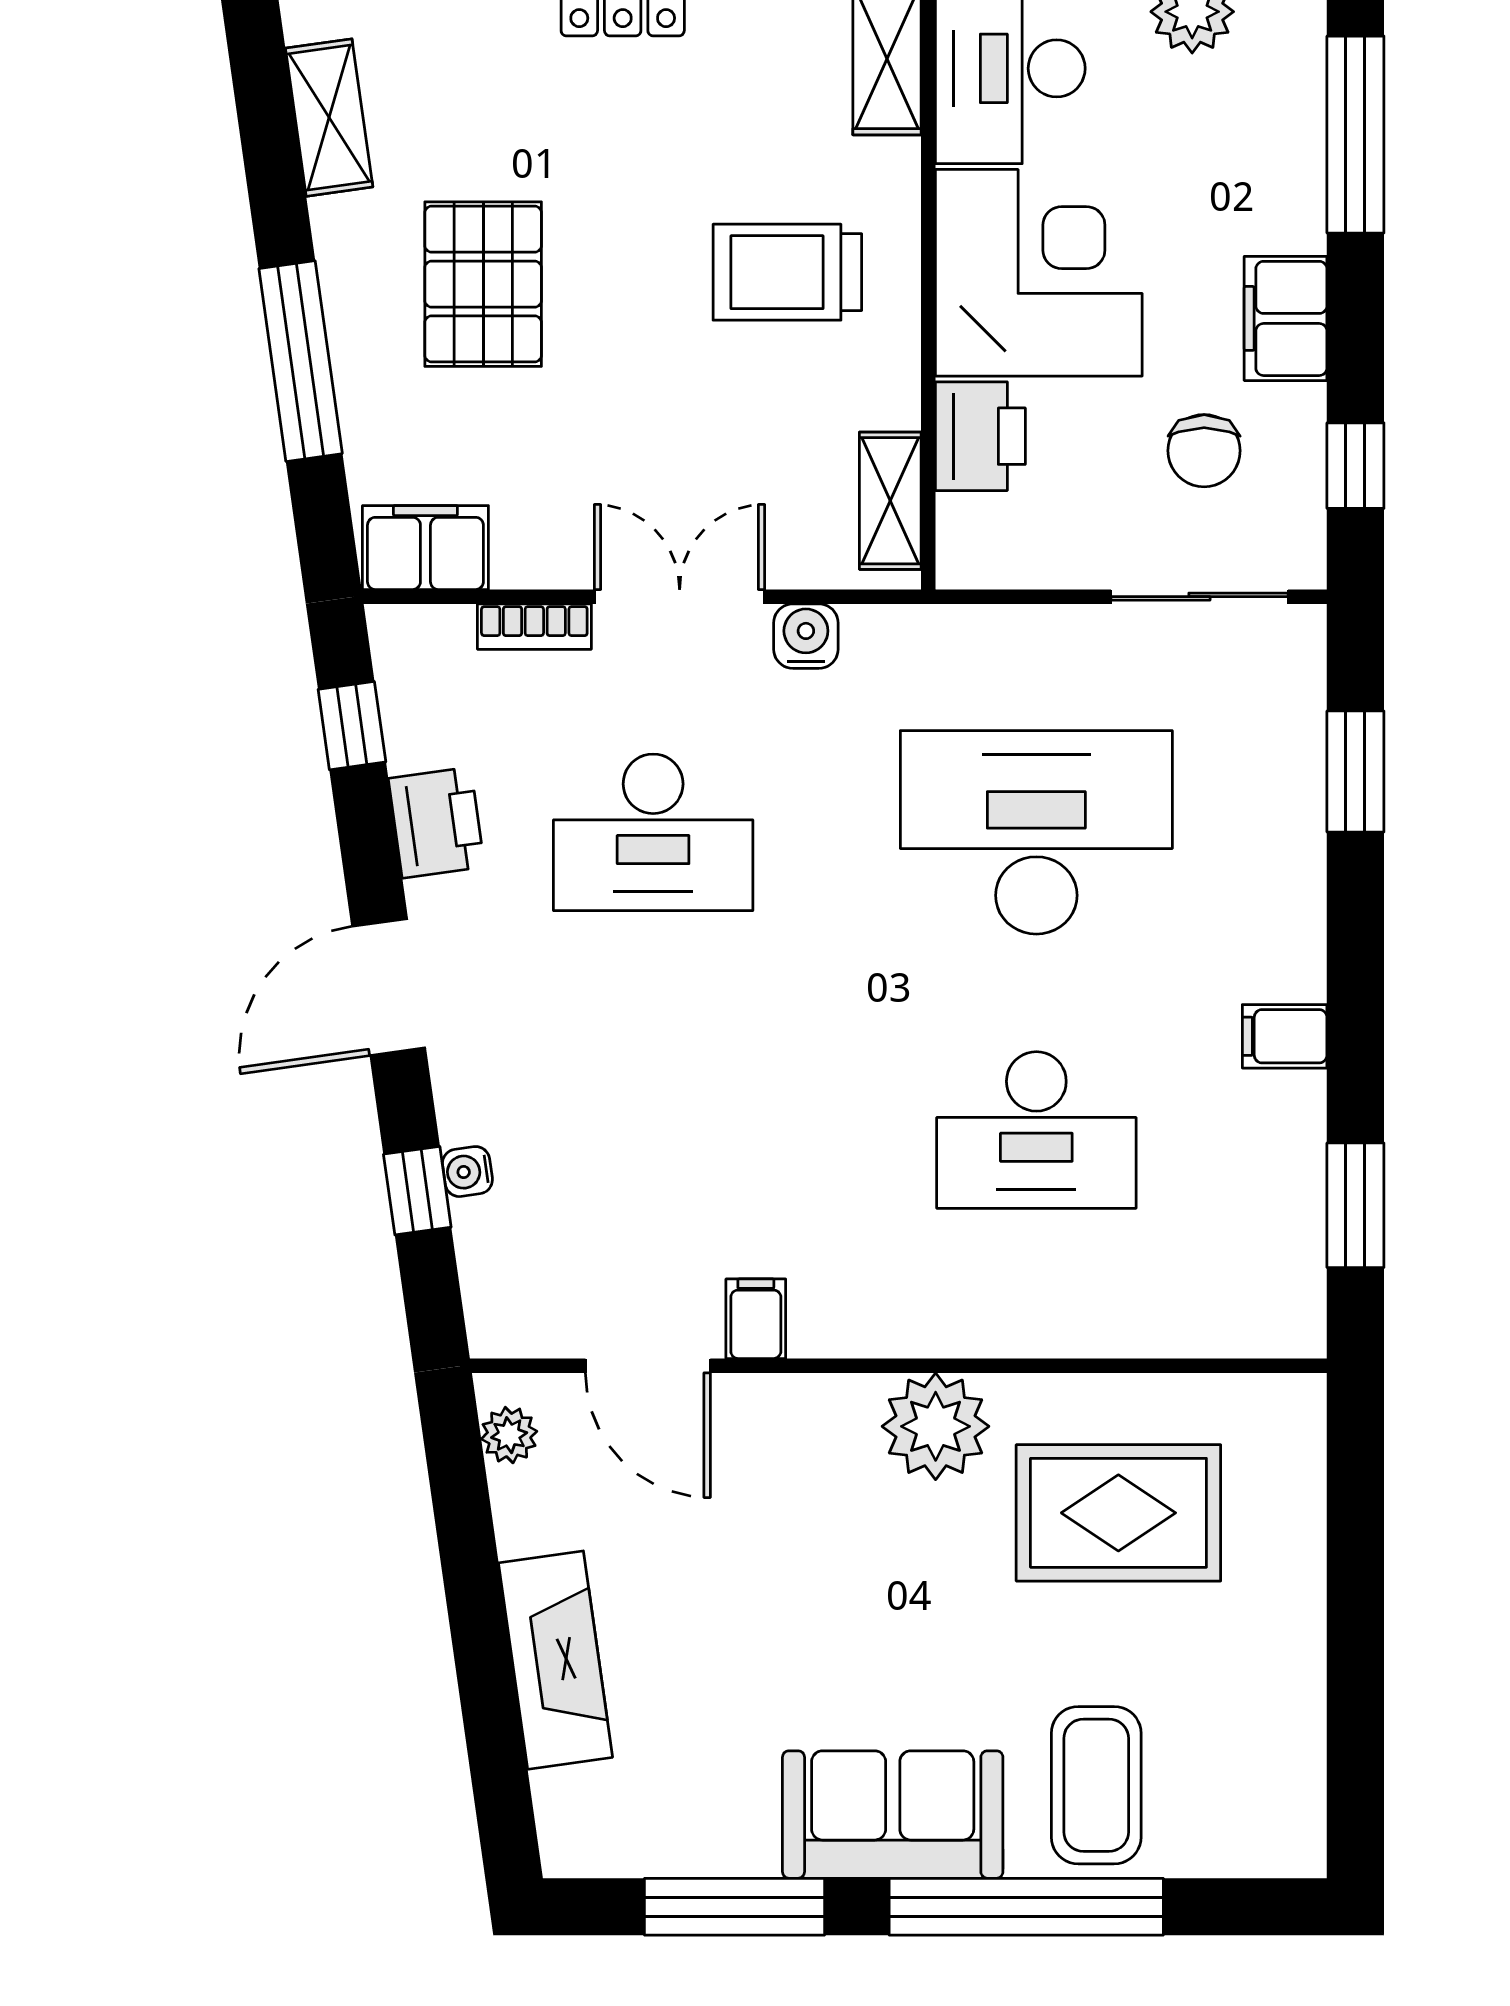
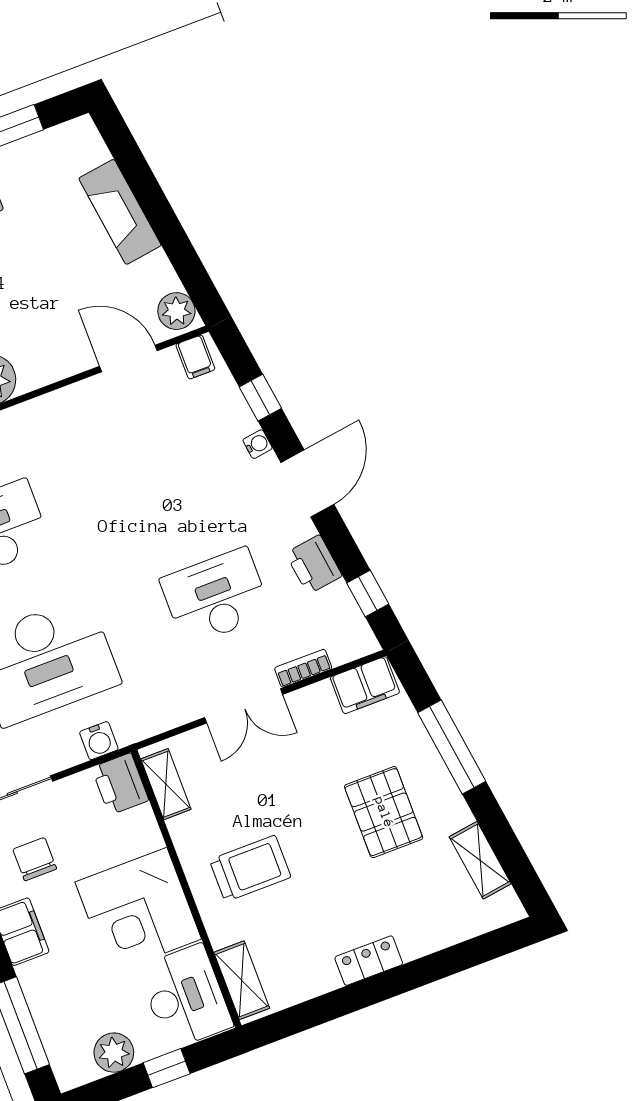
printer: (980, 436) -> (120, 784), moved
water cooler: (806, 636) -> (99, 741), moved
water cooler: (467, 1172) -> (258, 444), moved
filing cabinet: (756, 1319) -> (195, 357), moved
plant: (509, 1435) -> (176, 311), width x1.38, depth x1.38

